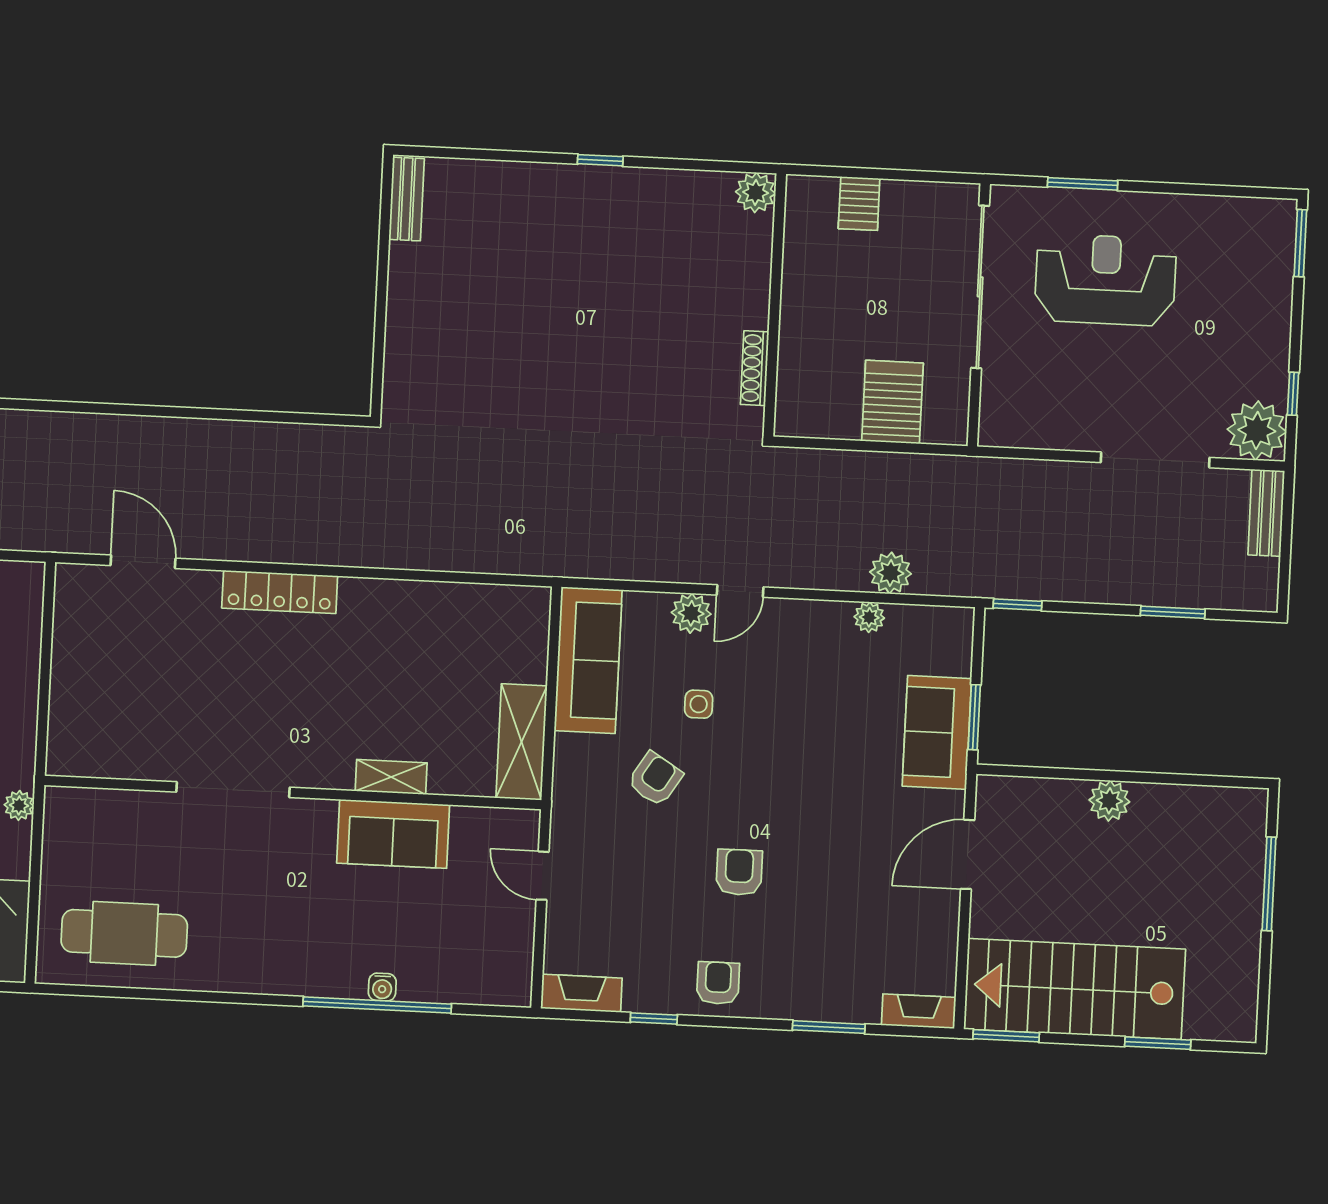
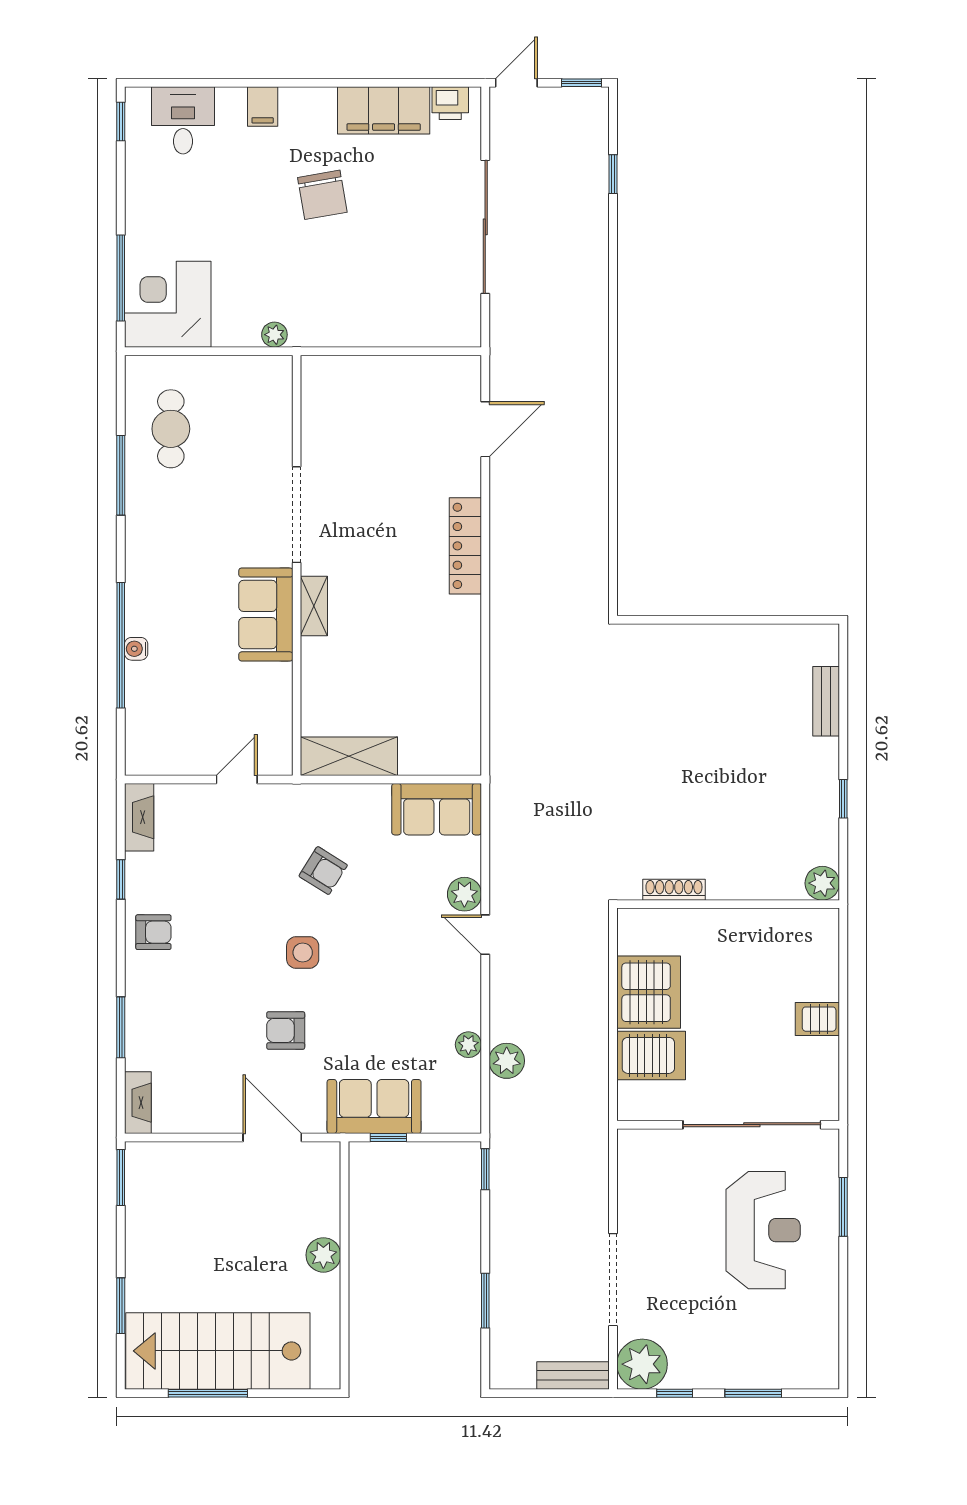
plant: (756, 193) -> (822, 883), moved
bench: (407, 199) -> (826, 701), moved, turned 90
window: (1300, 243) -> (753, 1393), moved
wall: (775, 305) -> (728, 904), moved
shoe rack: (755, 368) -> (674, 890), moved
server rack: (818, 401) -> (649, 992), added
sofa: (588, 660) -> (437, 809), width x0.73
side table: (699, 704) -> (303, 953), moved, width x1.37, depth x1.37
window: (974, 717) -> (388, 1137), width x0.67
shelving: (391, 777) -> (314, 606), moved
sofa: (393, 834) -> (266, 614), moved
armchair: (739, 872) -> (286, 1030), moved, turned 180
window: (1269, 884) -> (208, 1393), moved
cafe table: (124, 933) -> (171, 429), width x0.73, depth x0.74
stairs: (1075, 989) -> (218, 1351), moved, turned -90
window: (176, 995) -> (121, 475), added

